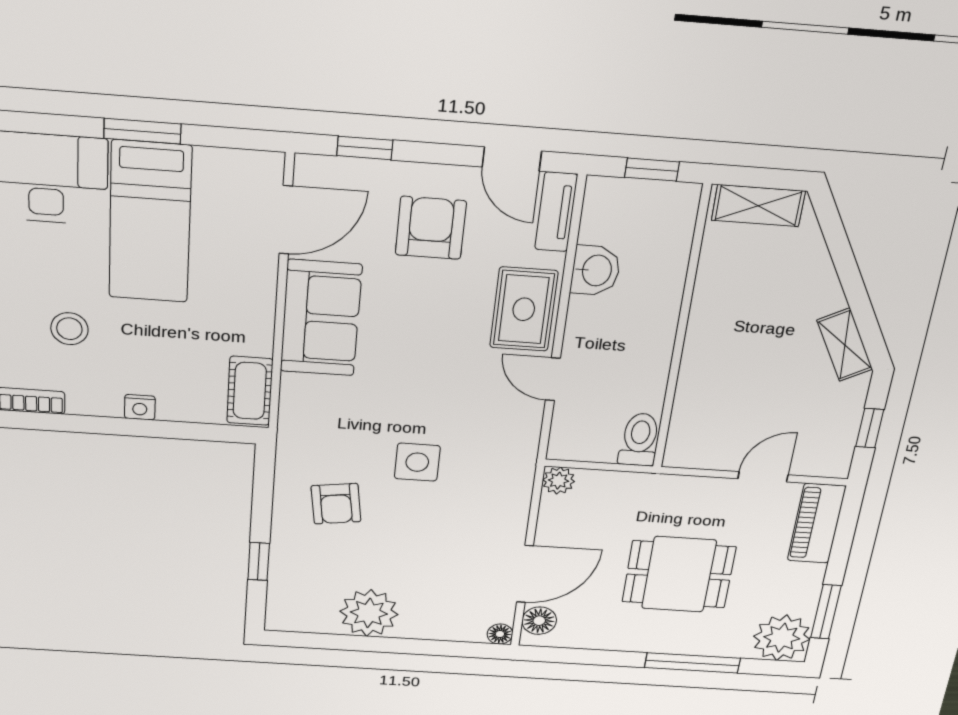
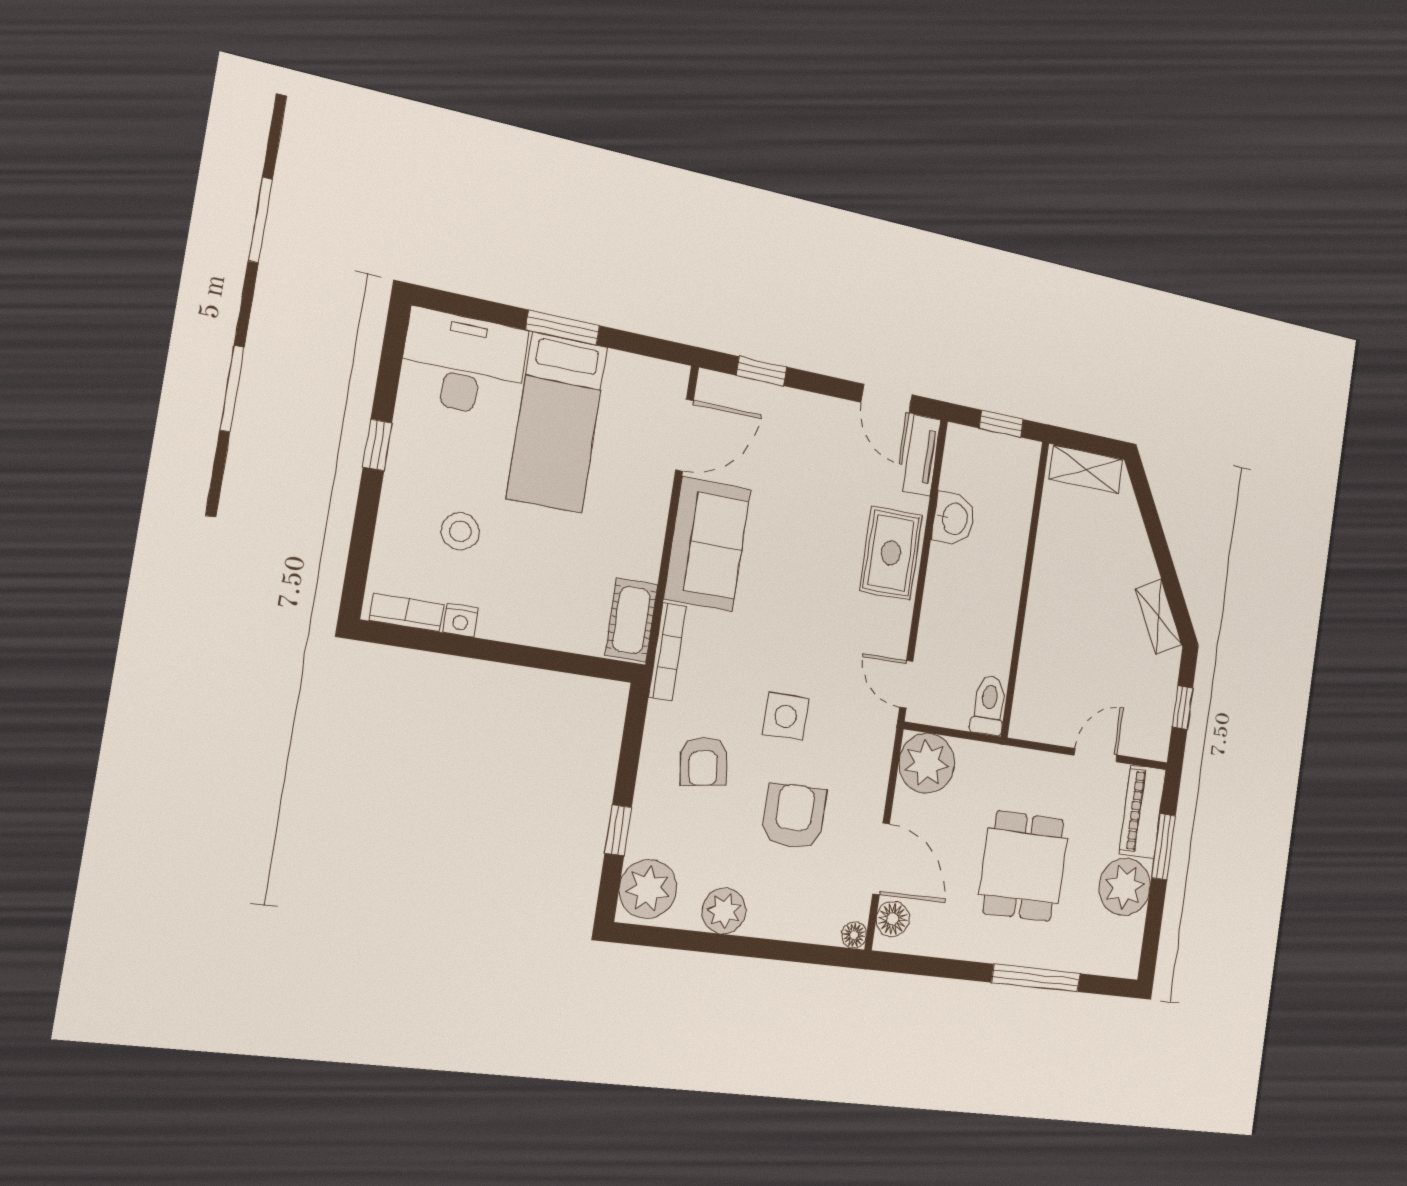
armchair: (431, 228) -> (794, 816), moved
door: (553, 379) -> (906, 684), moved
nightstand: (140, 407) -> (461, 620), moved
bookcase: (290, 415) -> (667, 652), added
plant: (559, 481) -> (927, 763), width x1.87, depth x1.87
door: (525, 574) -> (881, 859), hinge flipped
dining table: (679, 574) -> (1023, 866), turned 90
plant: (293, 605) -> (648, 889), added
window: (826, 612) -> (1164, 847), moved
plant: (369, 613) -> (724, 911), width x0.73, depth x0.73
plant: (782, 638) -> (1125, 887), moved

